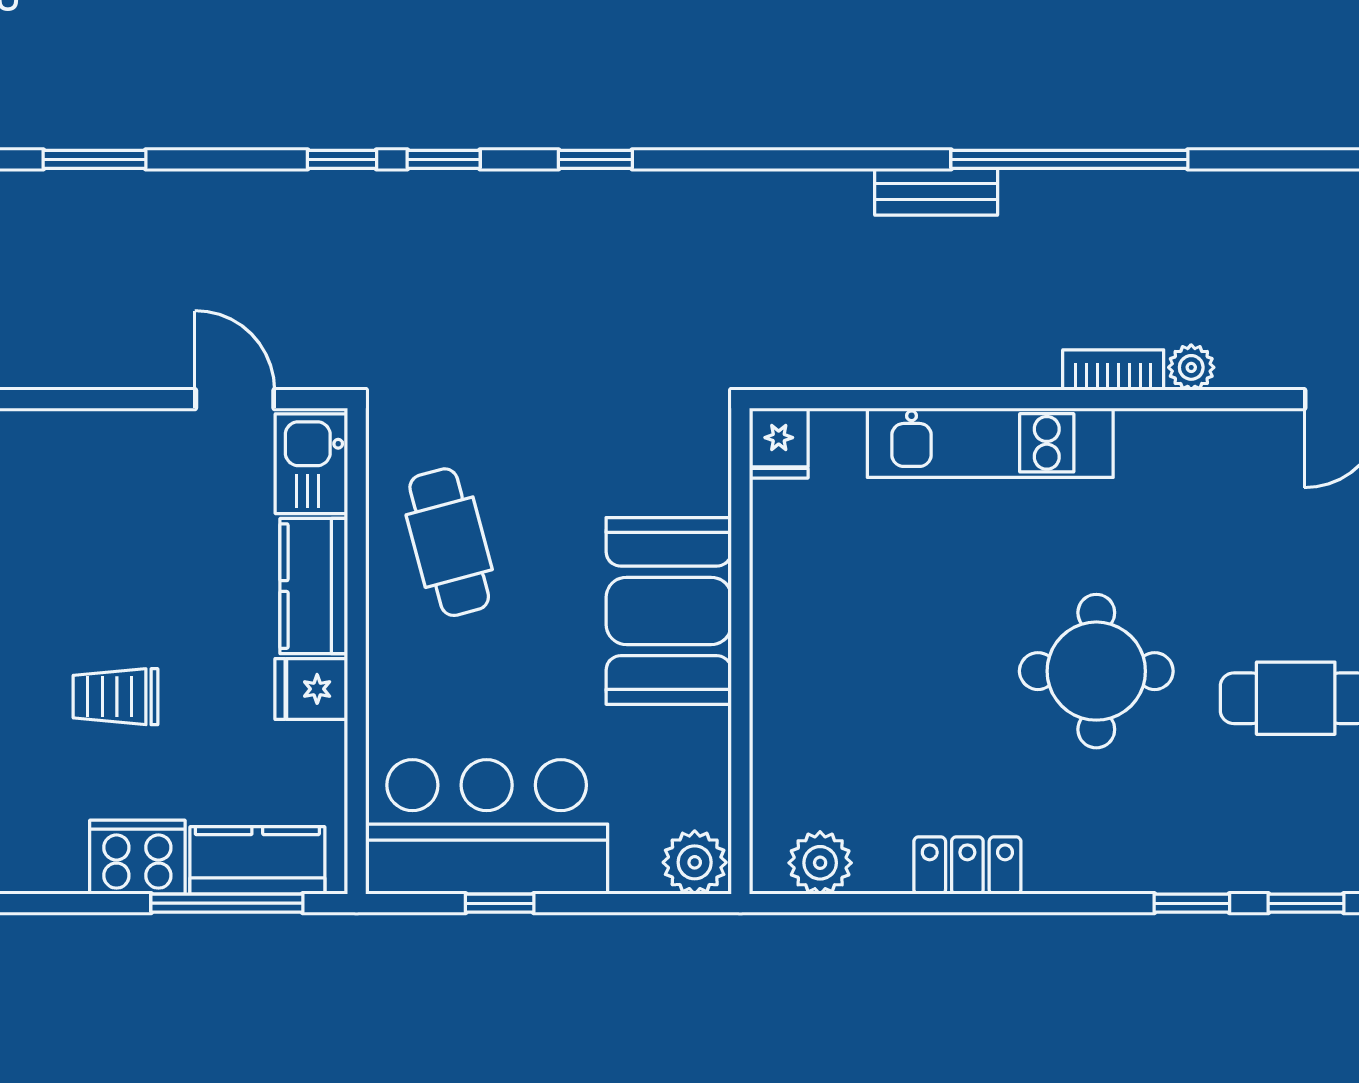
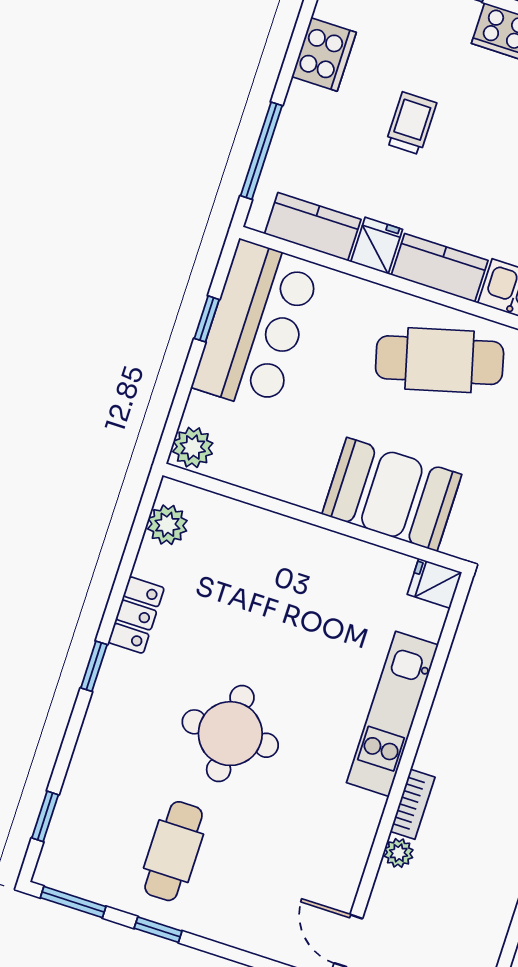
cafe table: (449, 542) -> (440, 360), width x1.37, depth x1.35
booth: (669, 611) -> (392, 494), moved
cooker: (137, 857) -> (324, 54), moved
kitchen counter: (257, 860) -> (313, 227), moved, turned -90
window: (1192, 903) -> (94, 666), moved

